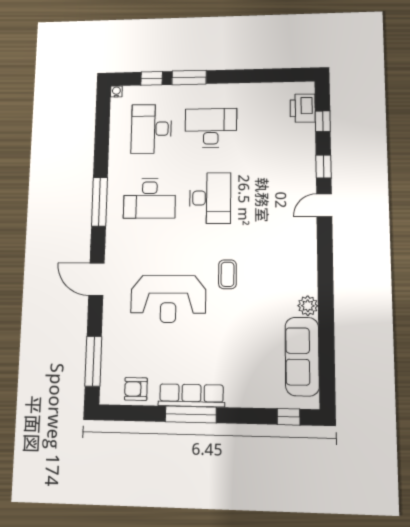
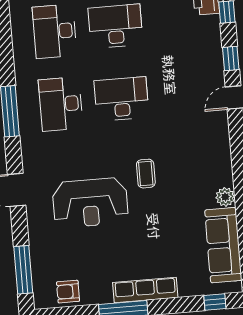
desk: (150, 198) -> (61, 104), turned 90
desk: (210, 198) -> (122, 99), turned -90
row of seats: (191, 395) -> (145, 290), moved

